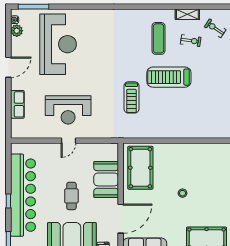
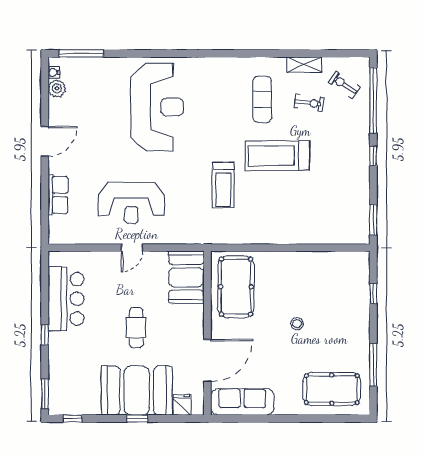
reception desk: (58, 44) -> (157, 107), moved
booth: (106, 179) -> (186, 277), moved
bar counter: (23, 195) -> (66, 299), width x0.54

